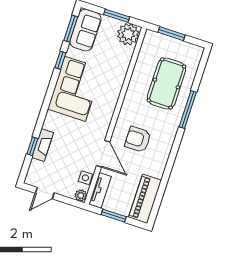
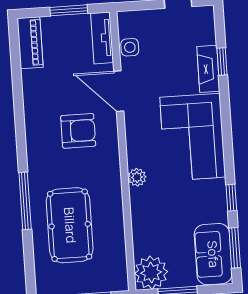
corner sofa: (75, 89) -> (193, 137), moved
plant: (81, 195) -> (137, 177), moved
piano: (145, 199) -> (30, 43), width x0.73, depth x0.75

